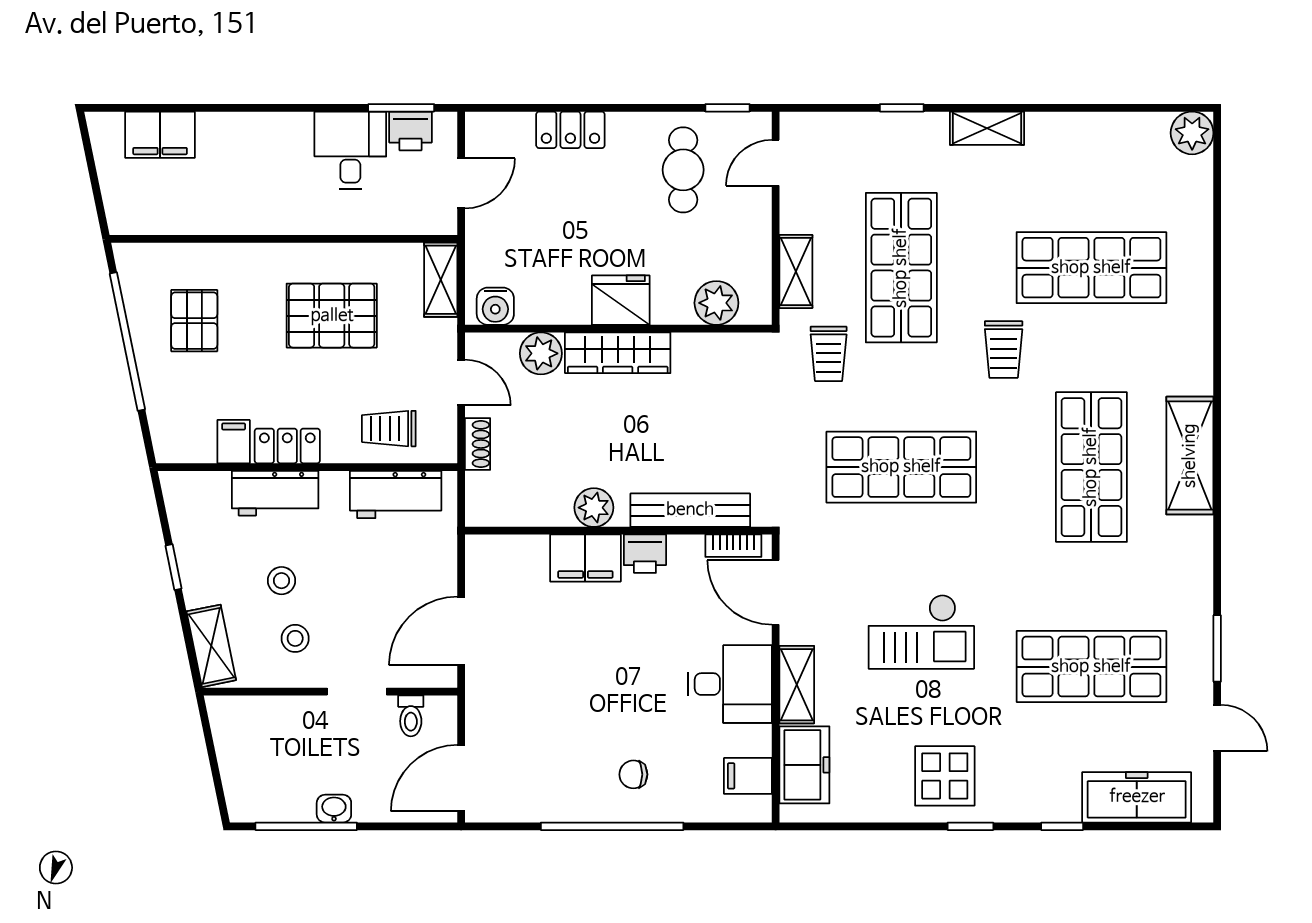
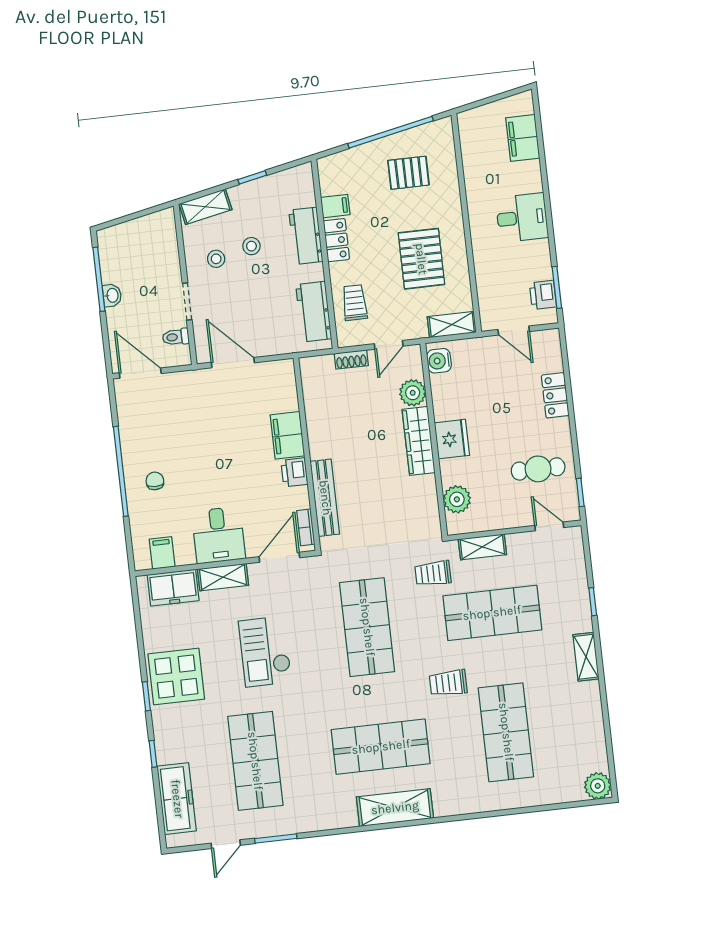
desk: (350, 150) -> (522, 218), moved
plant: (594, 508) -> (320, 437), removed
display table: (945, 776) -> (176, 677), width x1.36, depth x1.36

